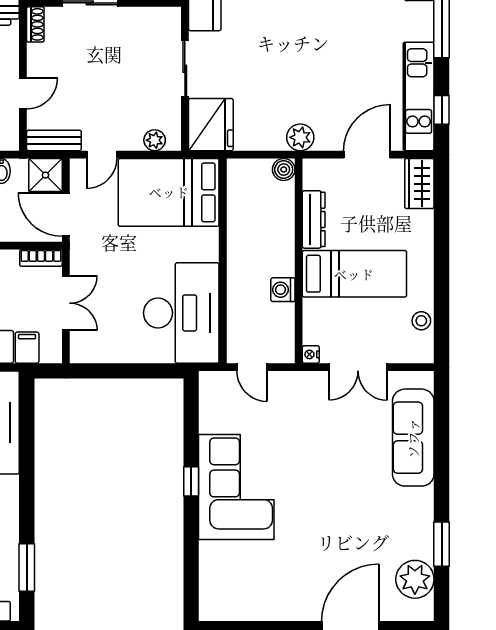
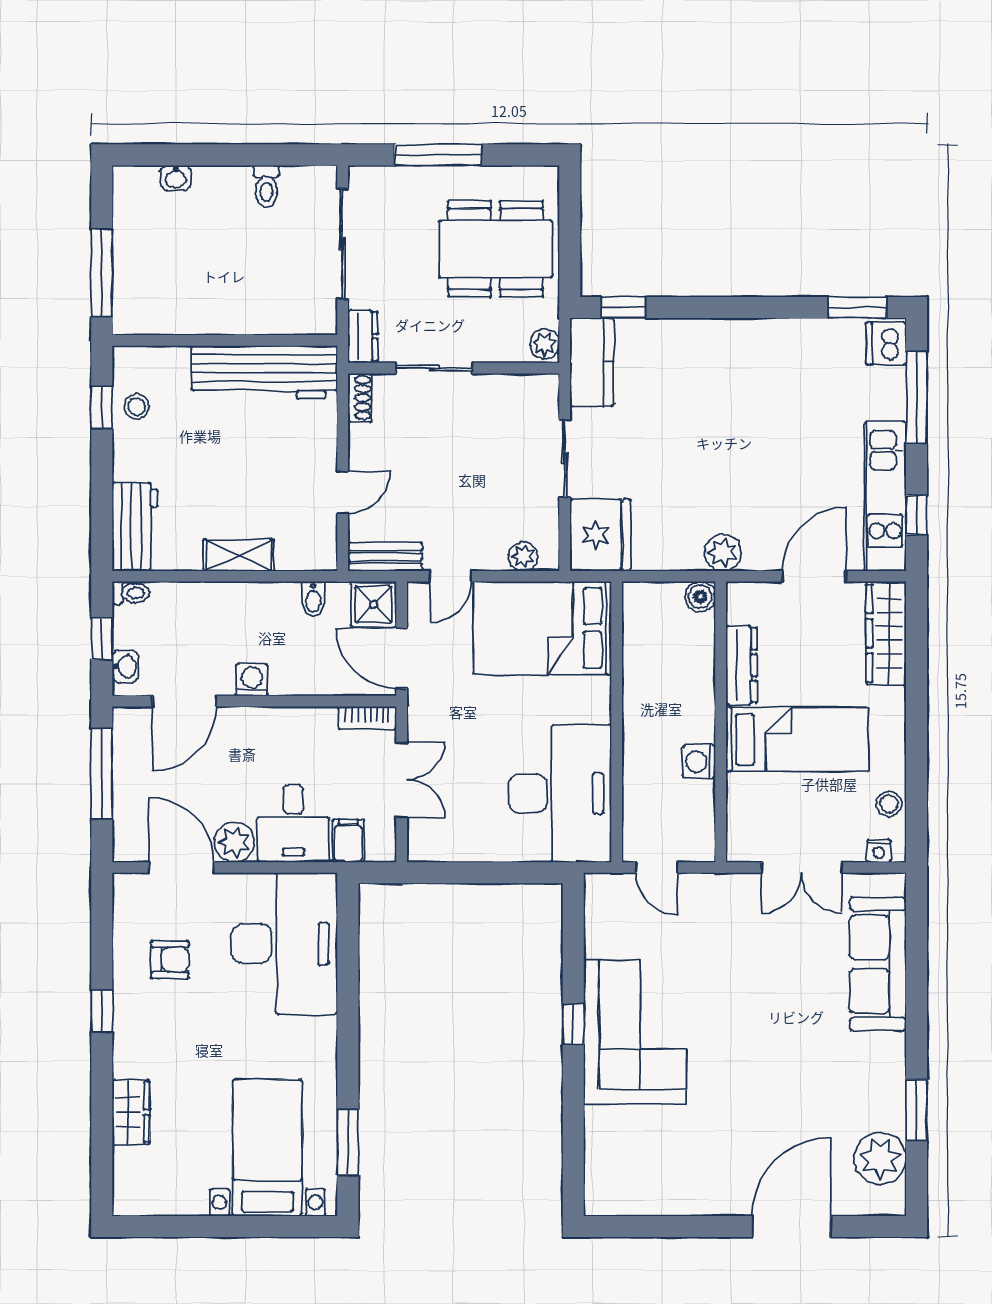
wardrobe: (419, 184) -> (886, 633), width x1.50
nightstand: (311, 354) -> (879, 851), moved, turned -90

